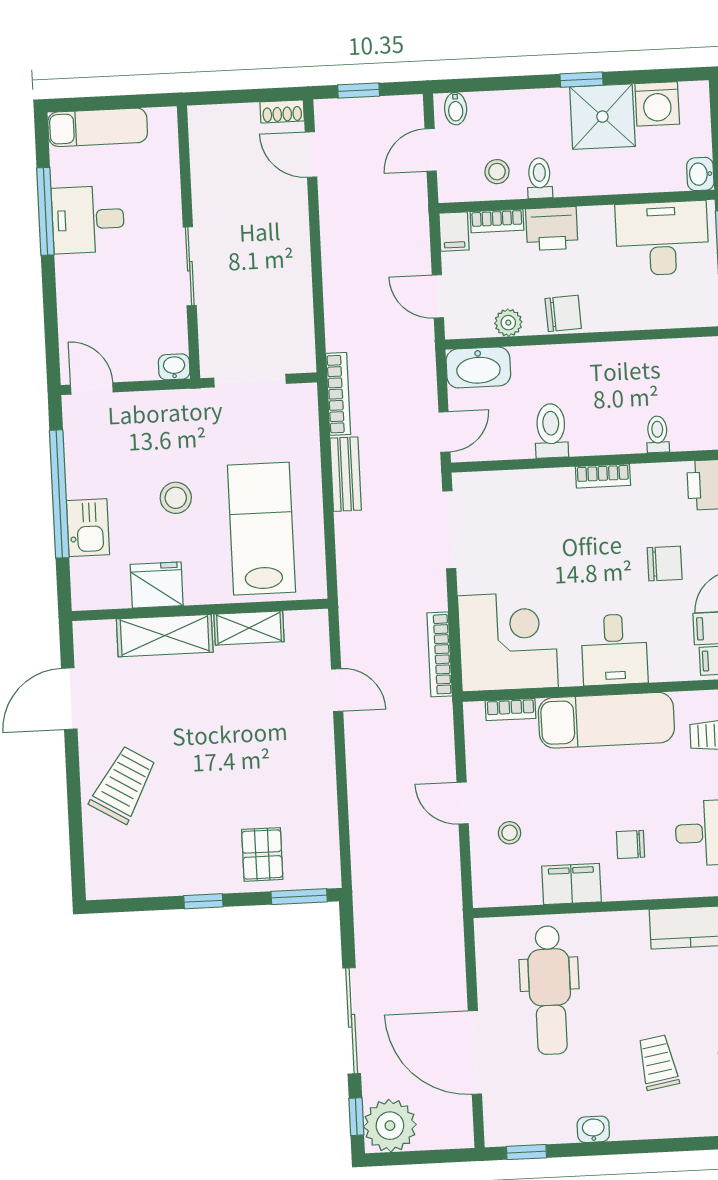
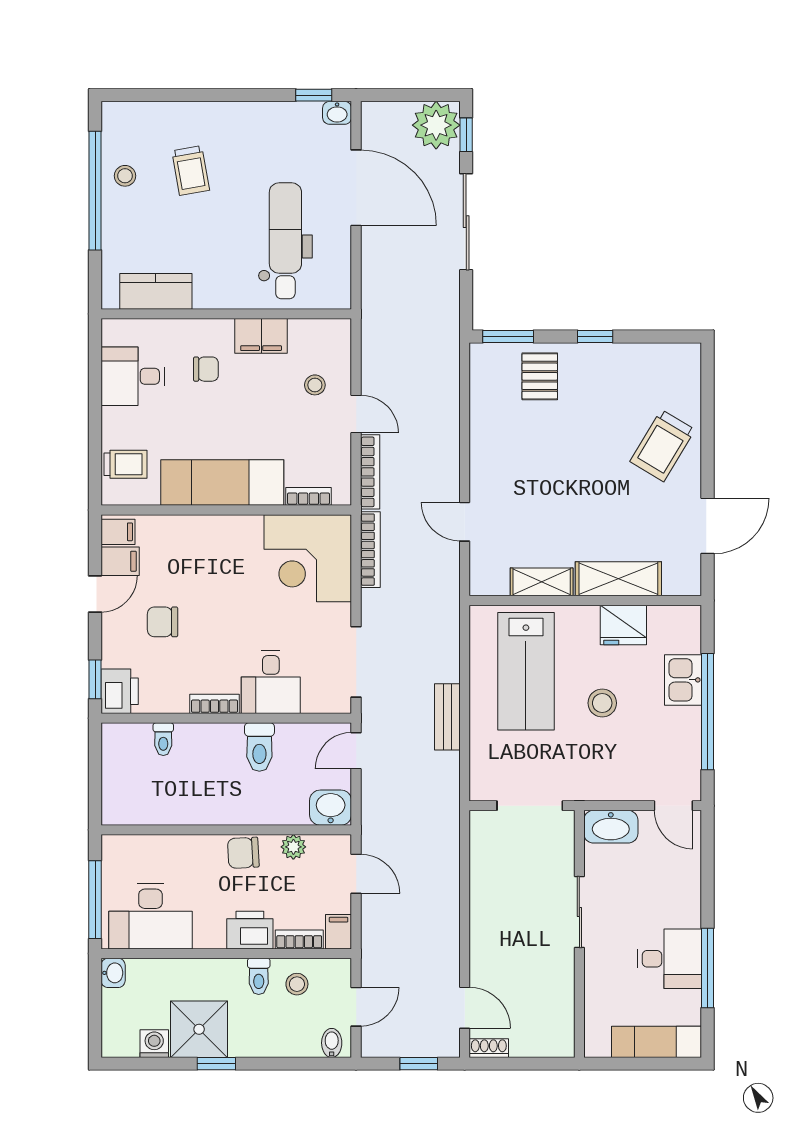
washing machine: (657, 104) -> (154, 1044), width x0.73, depth x0.73
washbasin: (174, 367) -> (611, 827), width x1.91, depth x1.45
washbasin: (478, 367) -> (331, 808), width x0.72
bookcase: (338, 394) -> (370, 472), moved, turned 180
desk: (614, 650) -> (271, 682), moved, turned 180
washbasin: (593, 1129) -> (337, 113), moved

